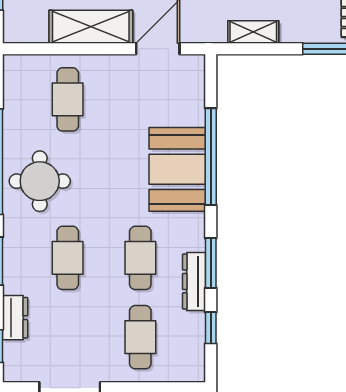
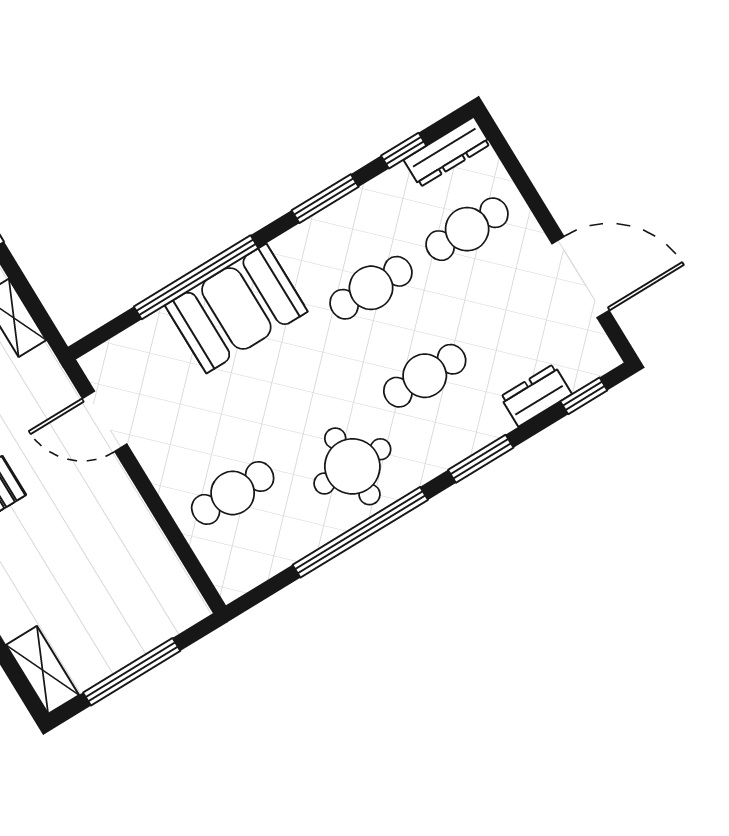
shelving: (91, 27) -> (128, 519), removed
dresser: (194, 281) -> (447, 152), moved

